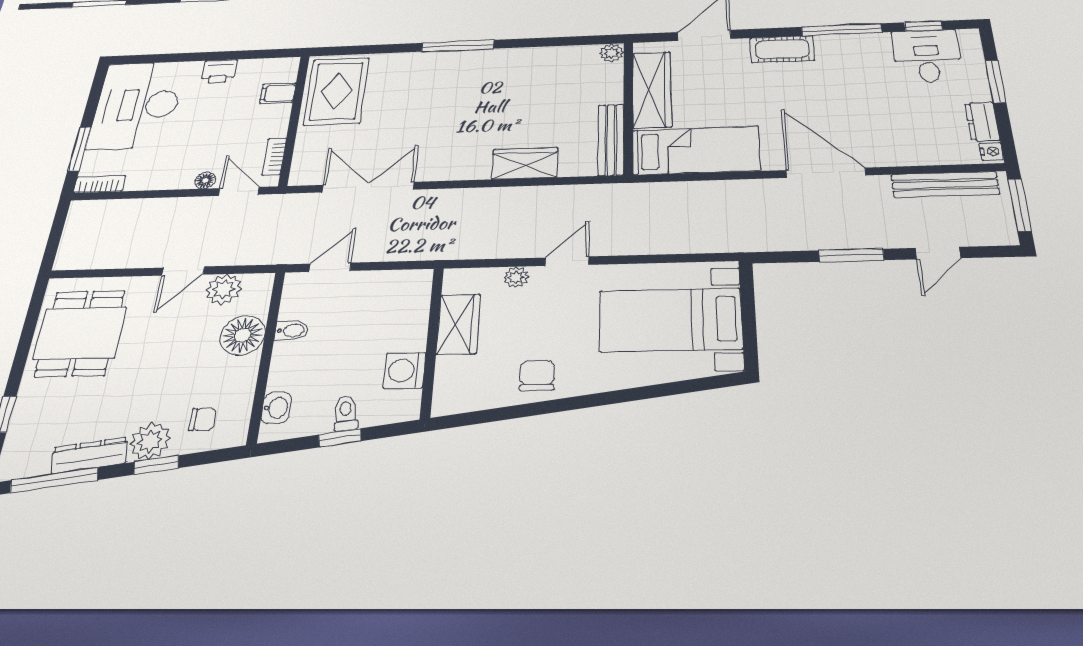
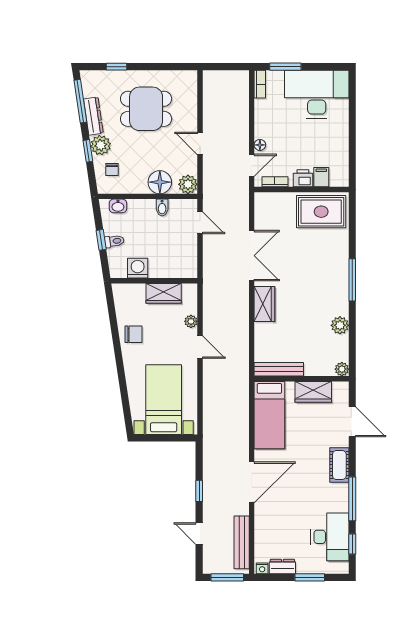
desk: (927, 56) -> (330, 537), width x1.37
plant: (535, 59) -> (340, 325), added
printer: (219, 71) -> (303, 178), moved, turned 90
wardrobe: (652, 90) -> (313, 392), width x0.67
wardrobe: (525, 163) -> (264, 304), moved
double door: (368, 187) -> (252, 256), moved
window: (851, 255) -> (199, 491), width x0.67
plant: (224, 289) -> (188, 184), moved
dining table: (80, 333) -> (146, 109), moved

